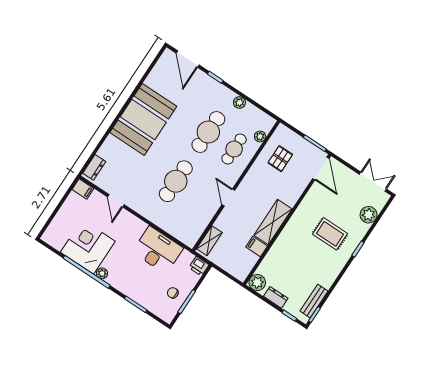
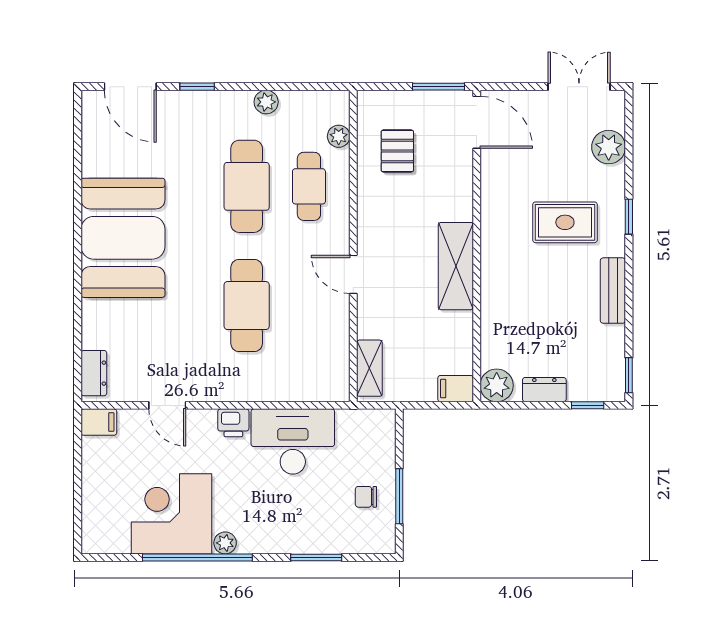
filing cabinet: (257, 247) -> (456, 389), moved
printer: (199, 266) -> (233, 423), moved
bench: (314, 301) -> (613, 291), moved

